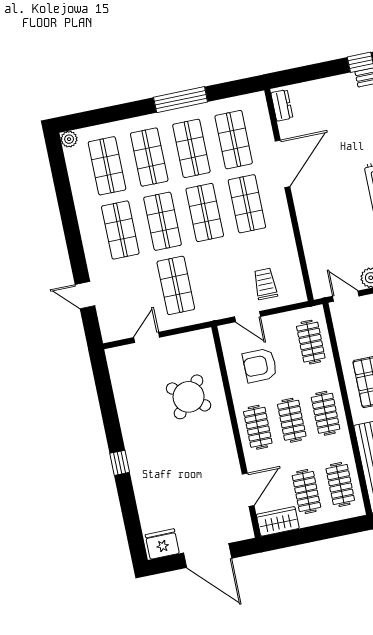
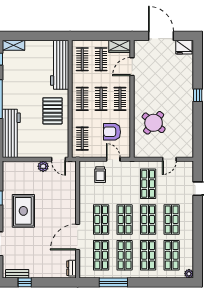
window: (181, 100) -> (113, 282), moved
armchair: (260, 365) -> (112, 132), turned 180

